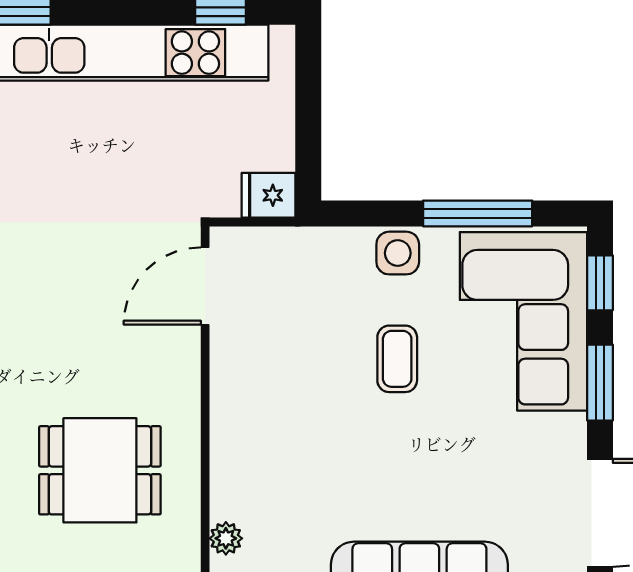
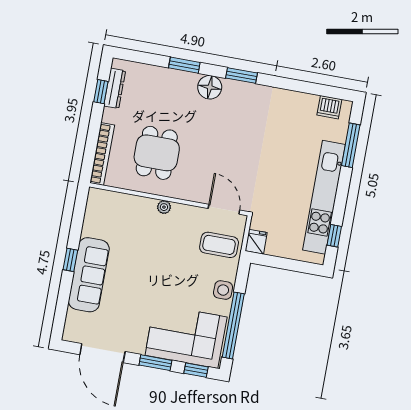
window: (478, 213) -> (233, 325), width x1.46
coffee table: (397, 359) -> (219, 245), moved, width x1.36, depth x1.30
plant: (226, 538) -> (164, 207), moved

